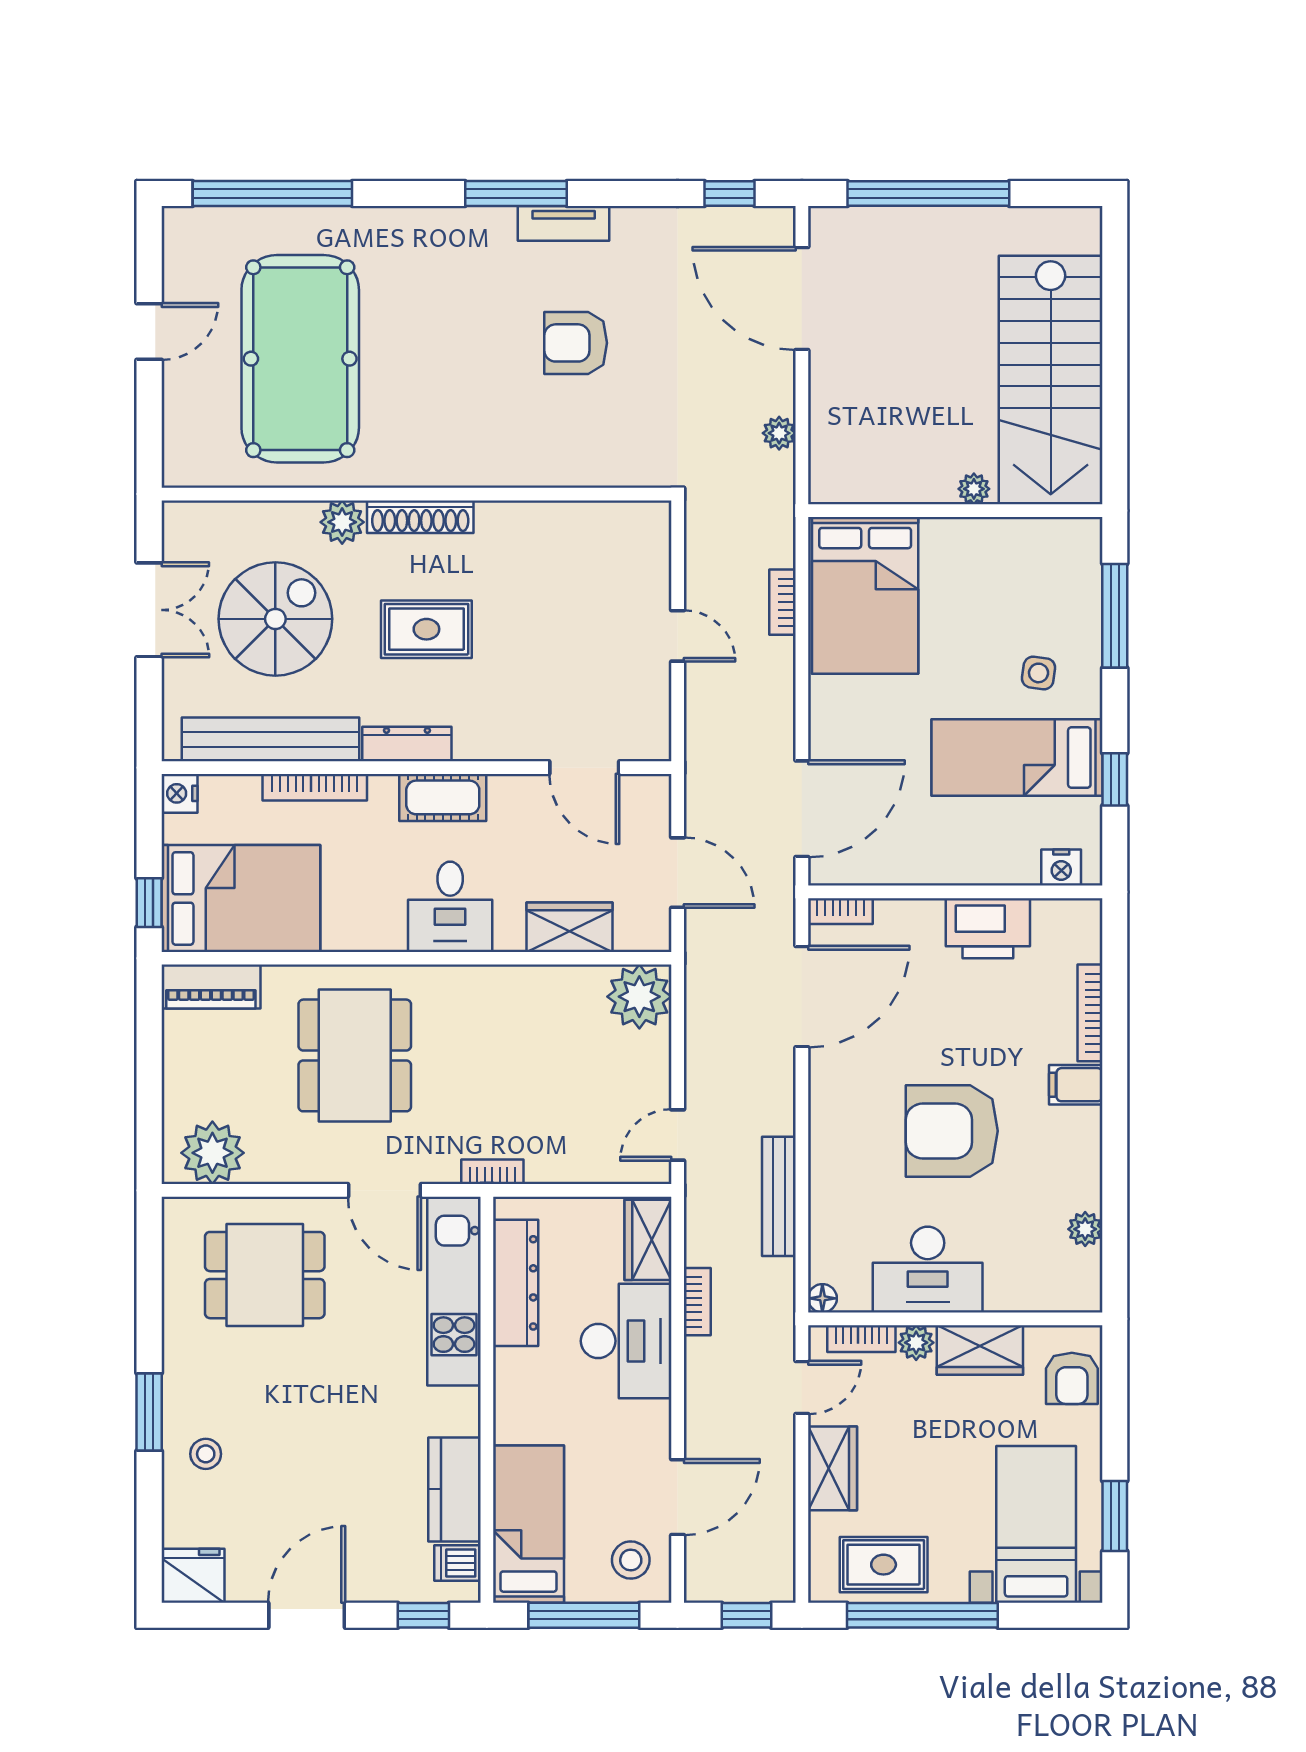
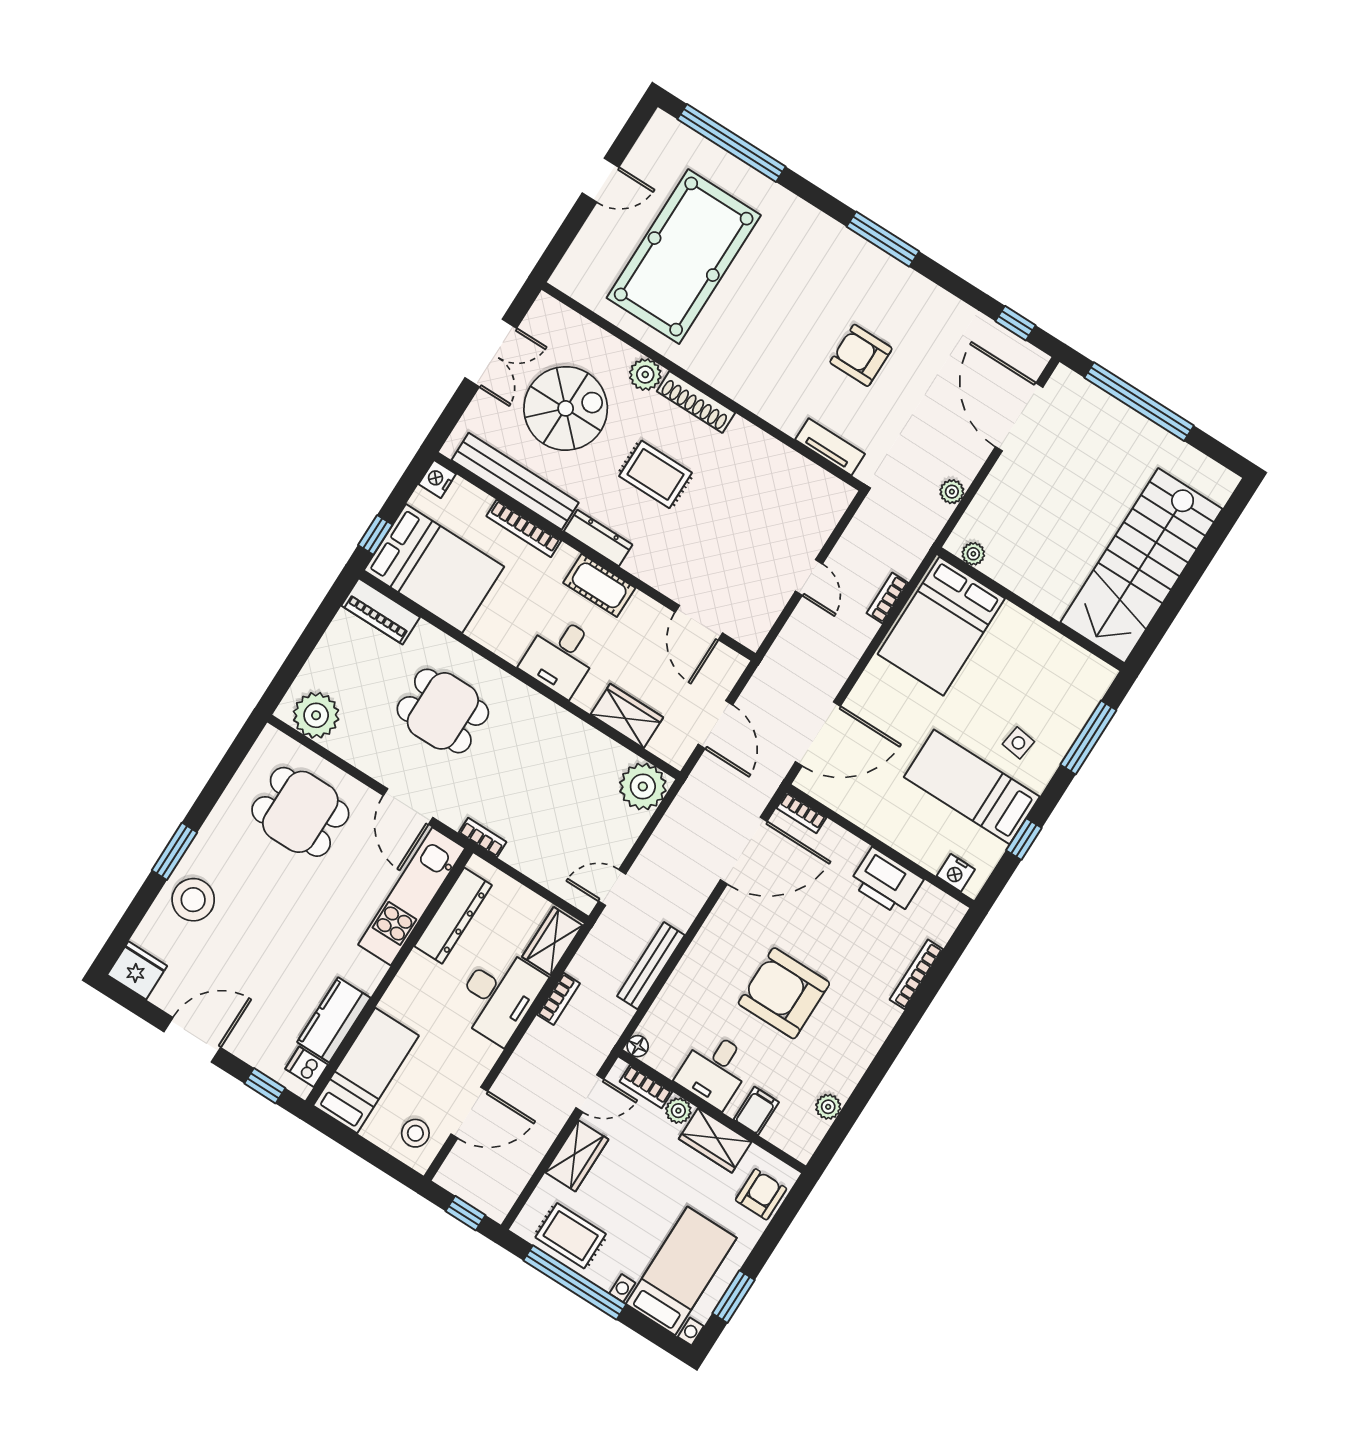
tv unit: (564, 223) -> (830, 447), moved, turned 180
plant: (974, 489) -> (973, 554), moved
dining table: (355, 1055) -> (443, 711), width x0.73
filing cabinet: (1076, 1085) -> (756, 1111), moved, turned 90
desk: (928, 1270) -> (714, 1070), width x0.73
armchair: (1072, 1378) -> (761, 1194), turned 180
stool: (206, 1454) -> (193, 900), width x1.89, depth x1.89
window: (584, 1615) -> (364, 1149), removed

